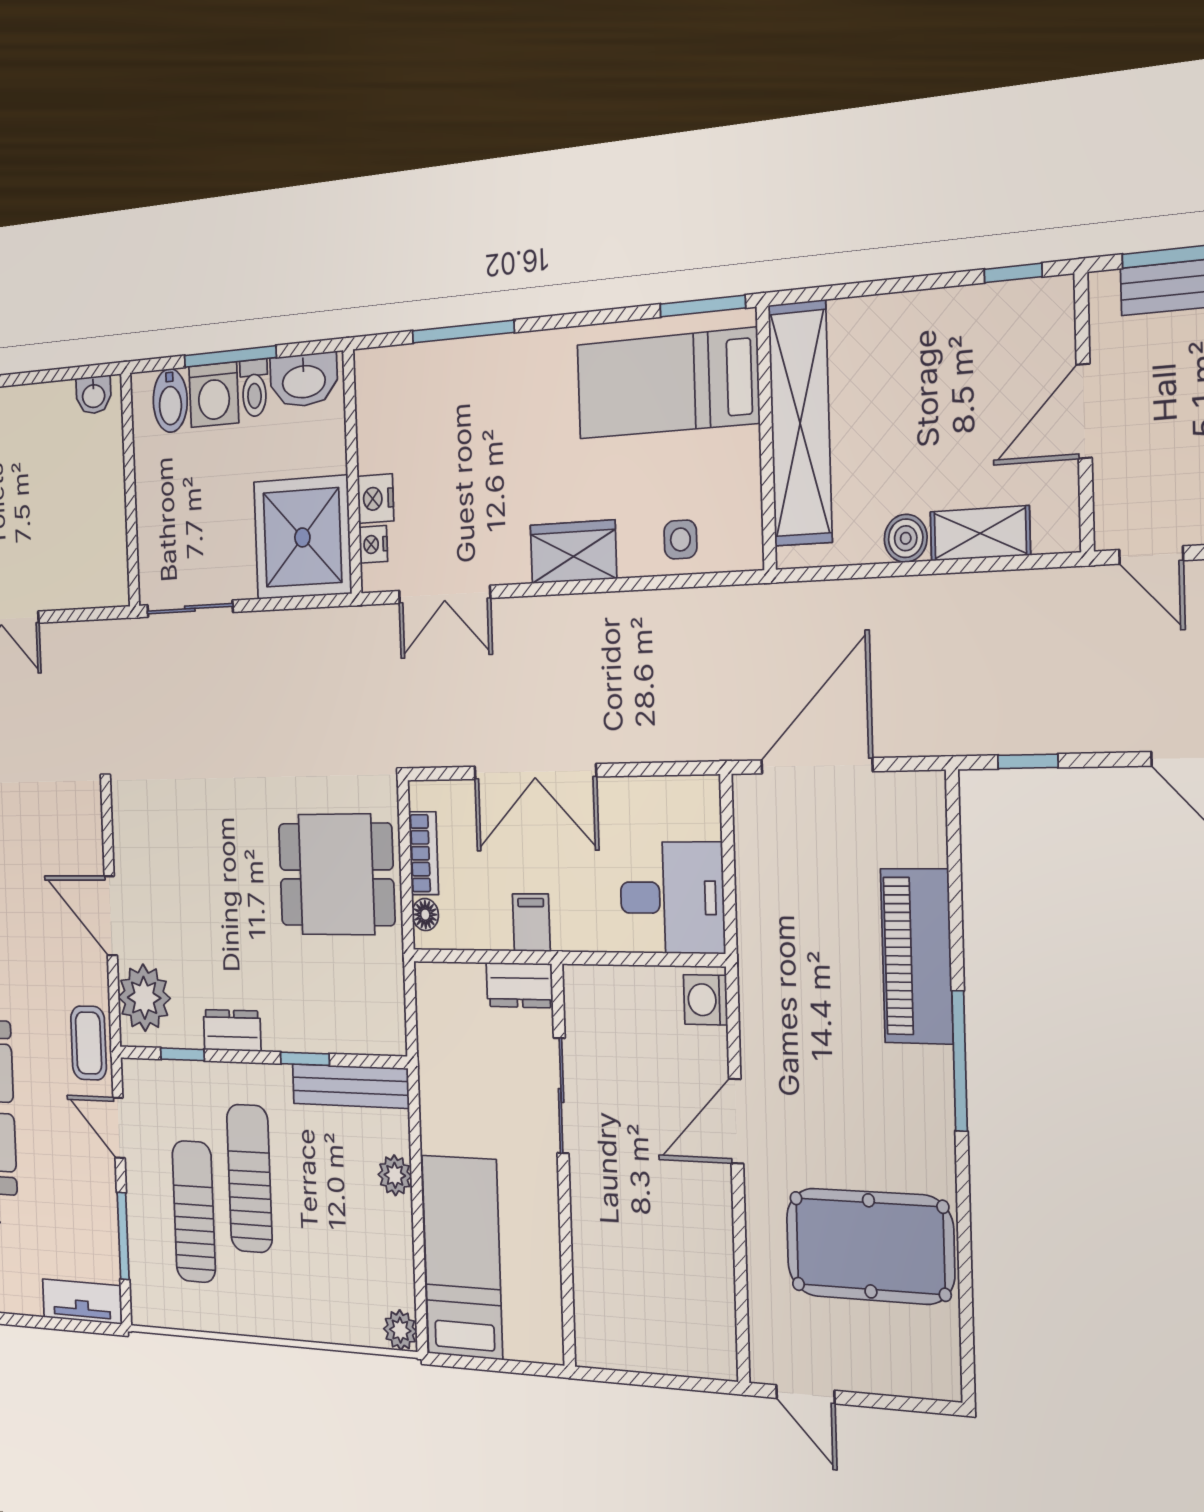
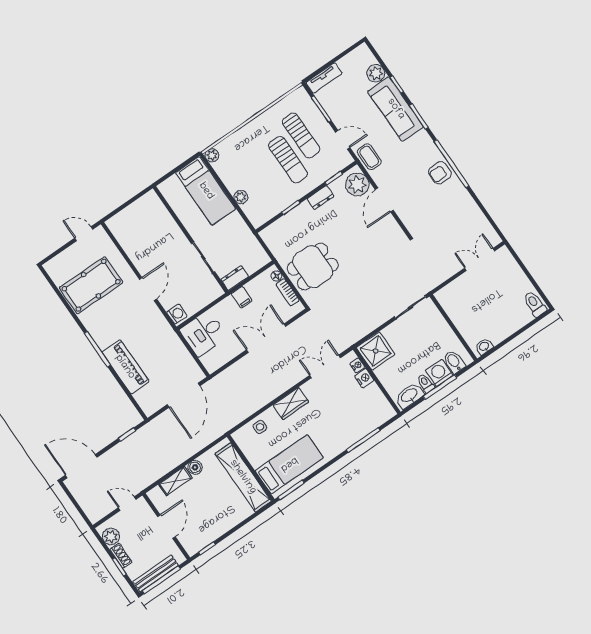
shower: (302, 537) -> (376, 351), width x0.73, depth x0.73
door: (111, 916) -> (384, 200), swing flipped
bench: (350, 1086) -> (271, 211), removed

